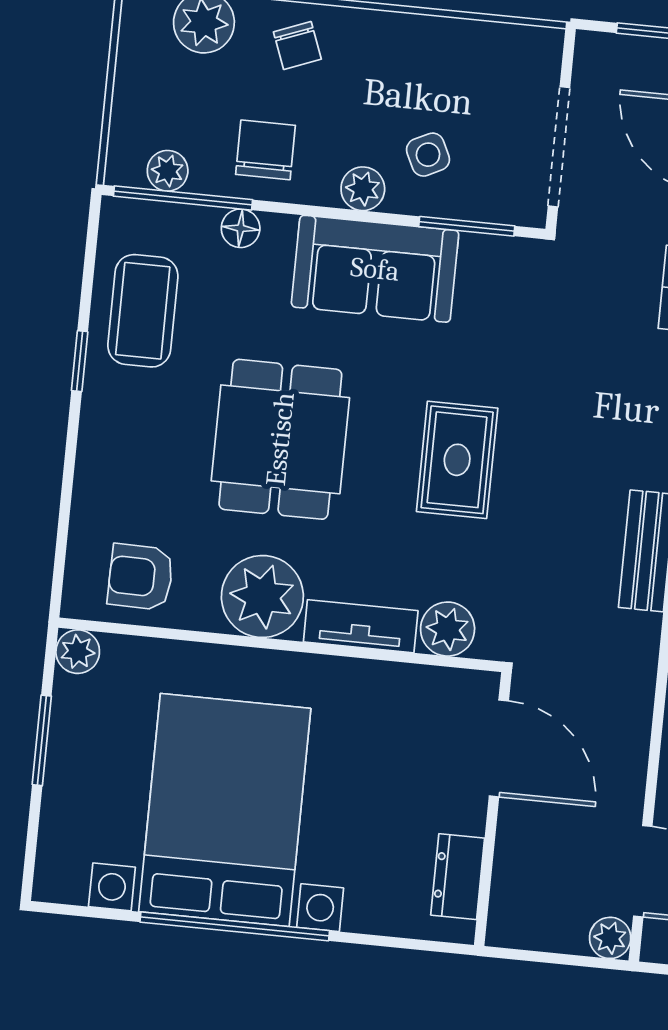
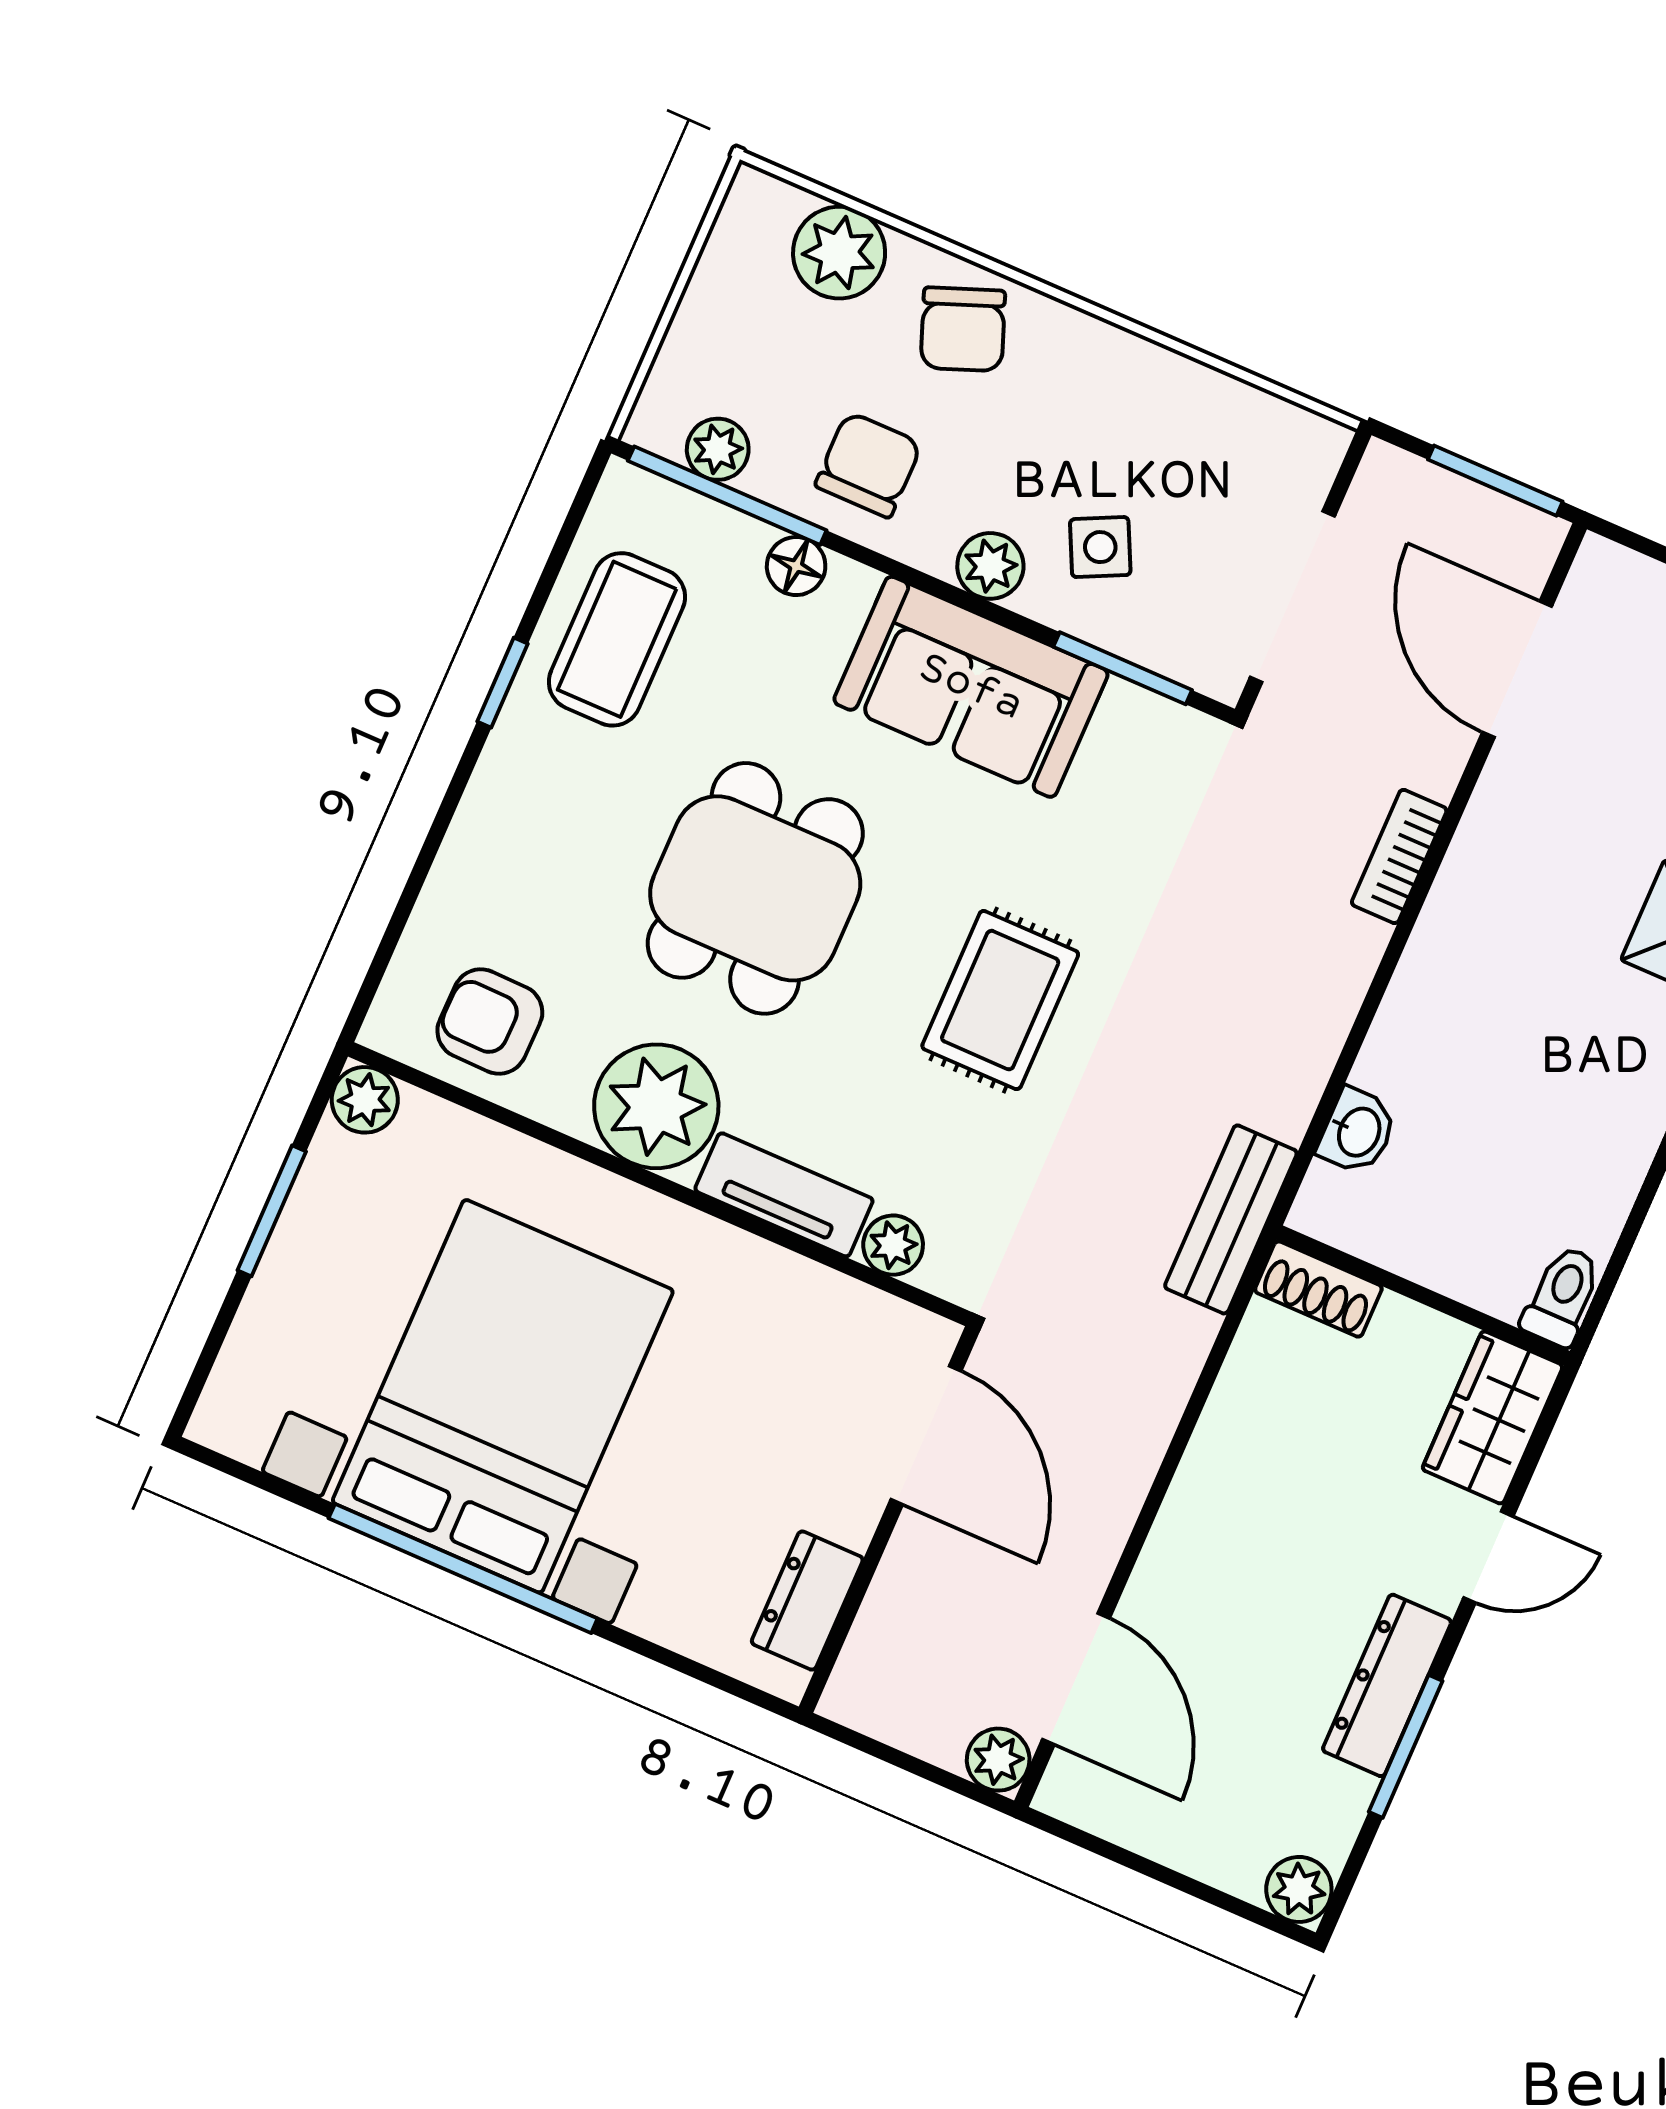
chair: (297, 46) -> (963, 329), width x1.37, depth x1.37
plant: (448, 629) -> (893, 1245), width x0.73, depth x0.73

